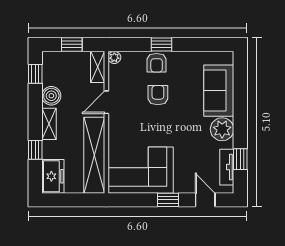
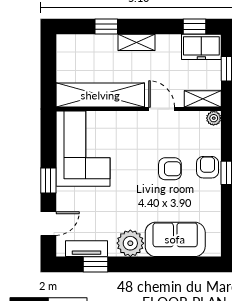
armchair: (157, 63) -> (208, 167), turned 90
boiler: (51, 96) -> (169, 45), removed
freezer: (53, 176) -> (201, 47), moved

